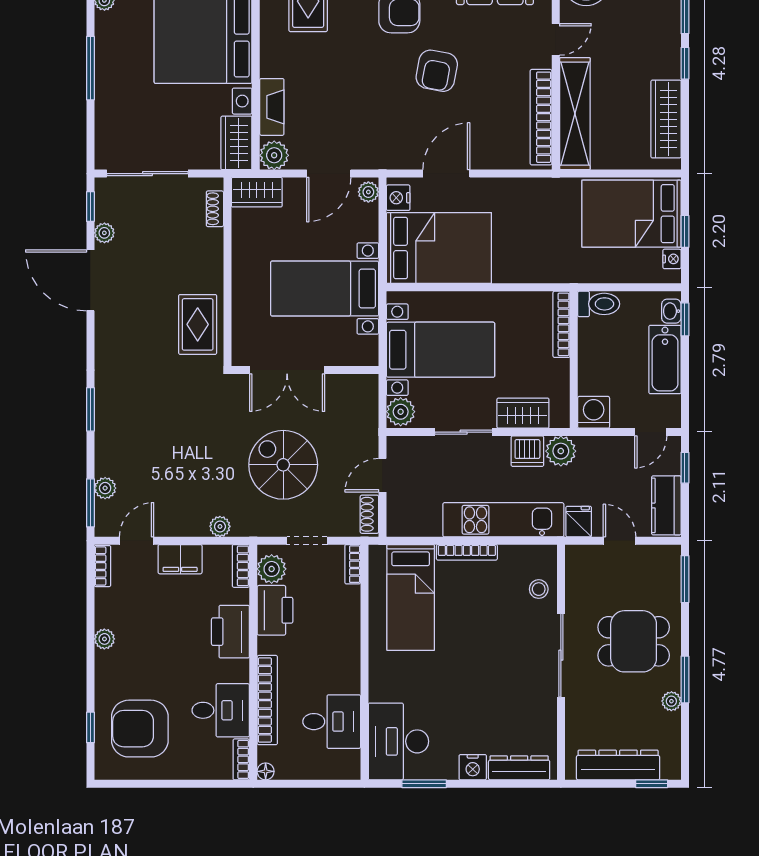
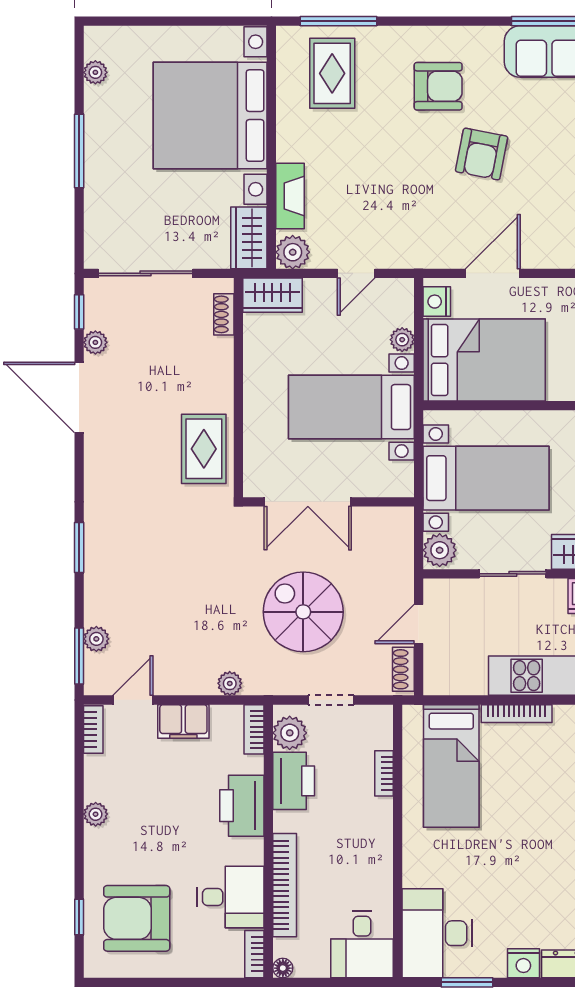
door: (329, 174) -> (356, 273), width x0.73
plant: (368, 192) -> (402, 340), moved
bookcase: (353, 564) -> (384, 773), moved
desk: (332, 722) -> (362, 944), moved, turned 90

